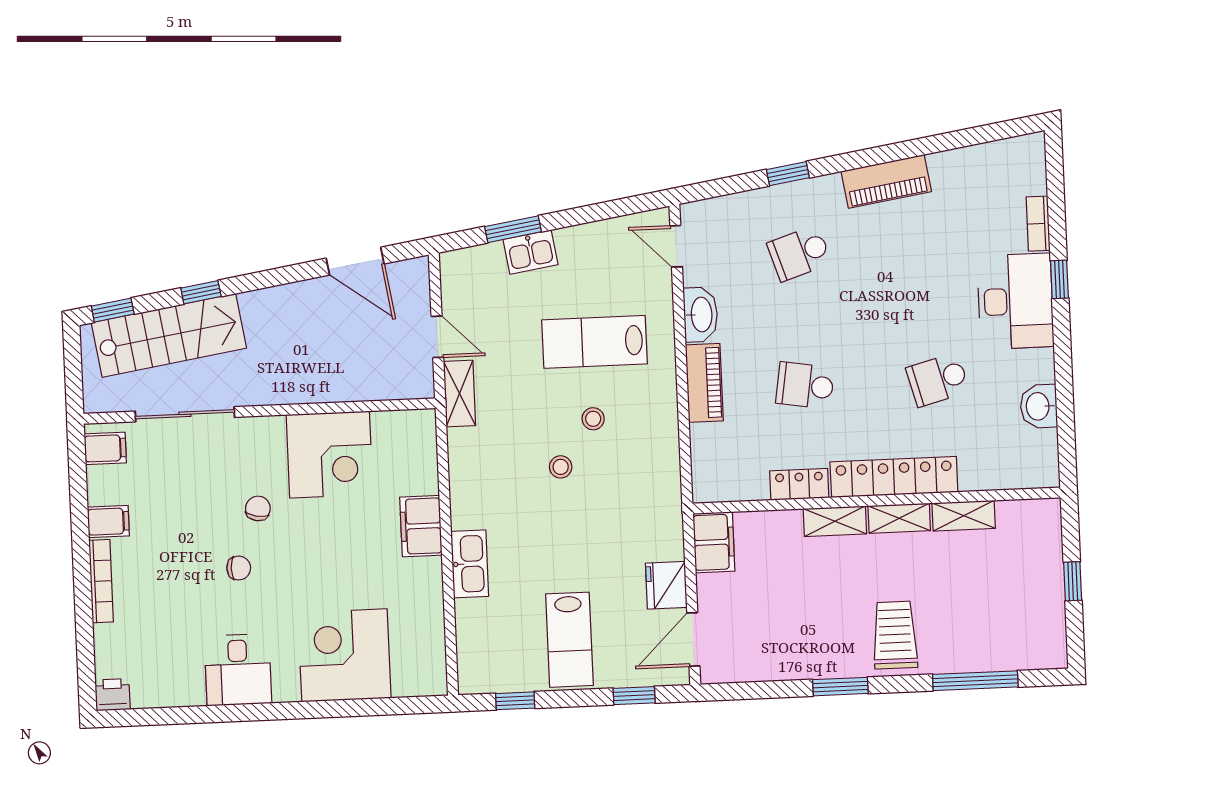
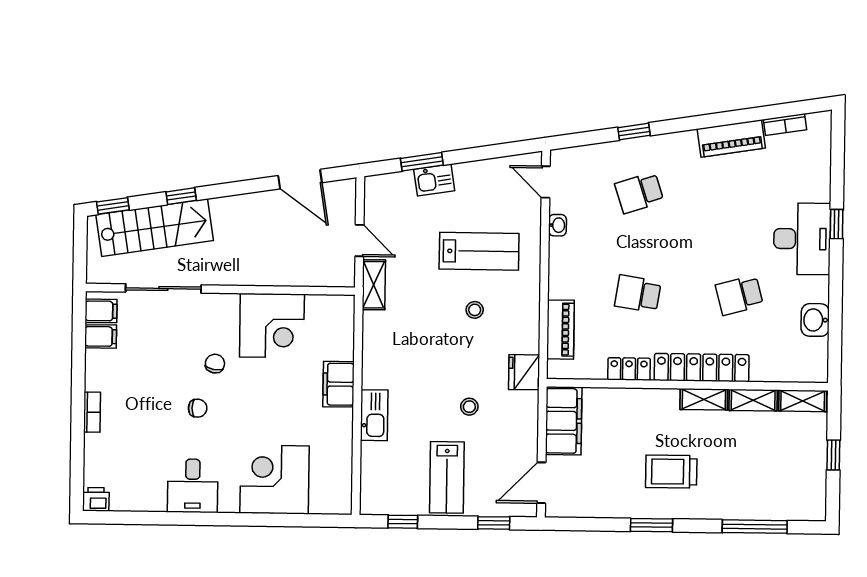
piano: (886, 181) -> (731, 138), moved
bookcase: (1038, 224) -> (785, 125), moved, turned -99
washbasin: (701, 315) -> (557, 225), width x0.52, depth x0.69
lab bench: (595, 342) -> (479, 251), turned 180
piano: (704, 383) -> (560, 330), moved
stool: (561, 467) -> (469, 407), moved
filing cabinet: (108, 521) -> (101, 336), moved
shelving: (835, 521) -> (803, 401), moved
filing cabinet: (714, 542) -> (564, 421), width x1.50, depth x1.17
bookcase: (101, 581) -> (92, 412), width x0.64
fridge: (666, 585) -> (524, 372), moved
trolley: (895, 635) -> (671, 472), moved, turned -90

